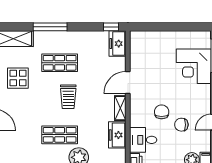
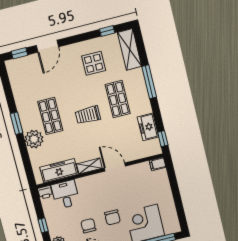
filing cabinet: (135, 38) -> (158, 164), added
freezer: (117, 44) -> (148, 127), moved, turned -90
chair: (162, 112) -> (112, 217), moved, turned 90
freezer: (117, 135) -> (59, 171), width x1.40

